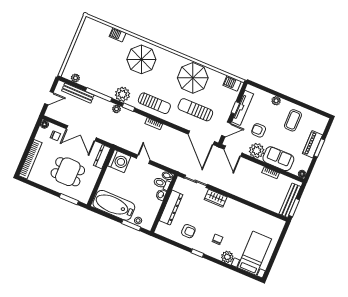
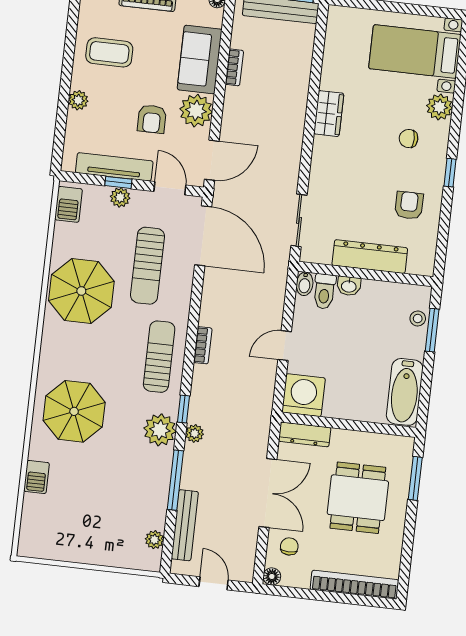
plant: (229, 107) -> (120, 197), added
door: (201, 138) -> (203, 236), hinge flipped
wardrobe: (216, 198) -> (329, 114), moved
bathtub: (114, 205) -> (405, 392), width x0.73, depth x0.73

